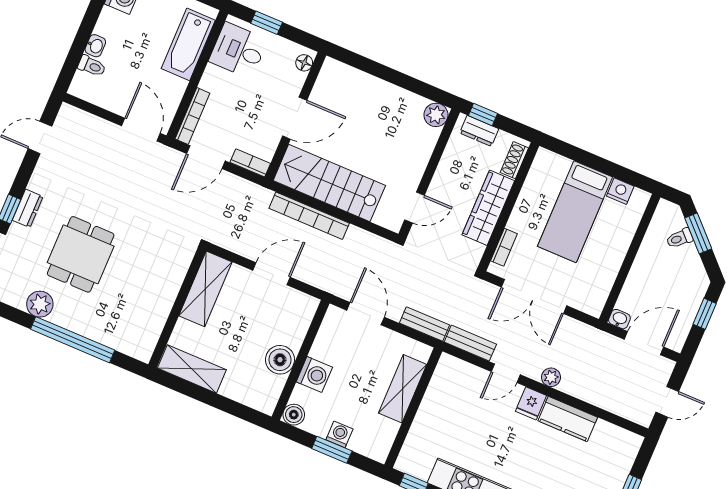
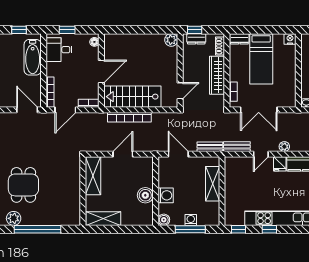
dresser: (552, 162) -> (239, 39), added
nightstand: (620, 191) -> (290, 39), moved
window: (332, 450) -> (190, 229), width x1.44

